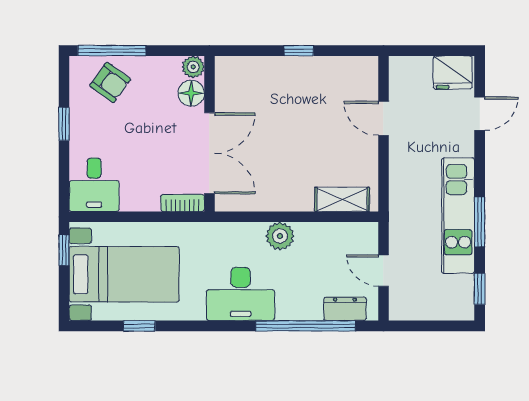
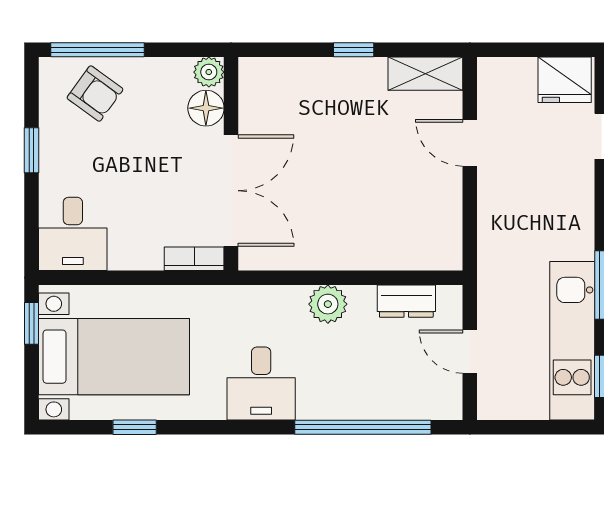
shelving: (342, 199) -> (425, 74), moved
kitchen unit: (458, 216) -> (572, 341), moved
desk: (241, 294) -> (261, 384), width x0.73
dresser: (345, 309) -> (406, 301), moved, turned 180

